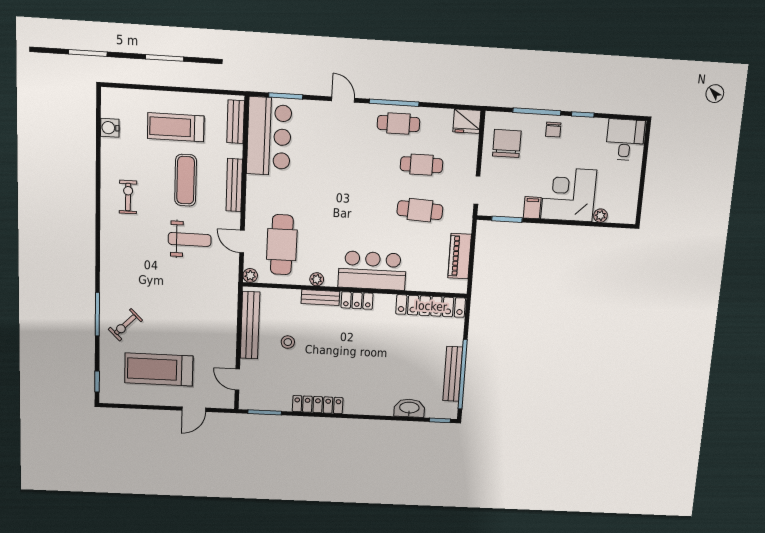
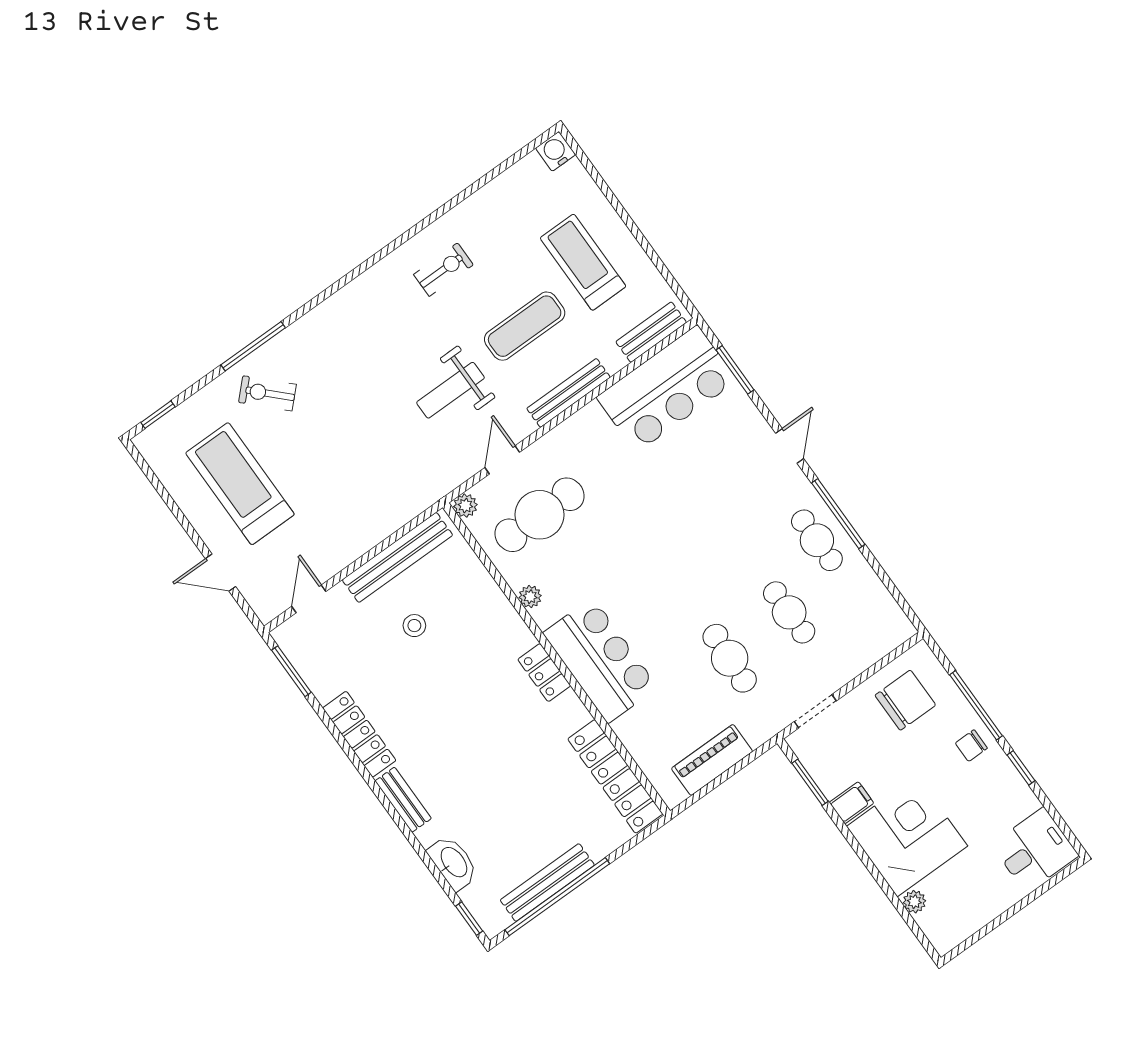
fridge: (467, 121) -> (891, 625), removed
water cooler: (110, 128) -> (556, 151), moved
weight bench: (190, 239) -> (451, 390), turned 90
bench: (320, 298) -> (403, 800), moved

